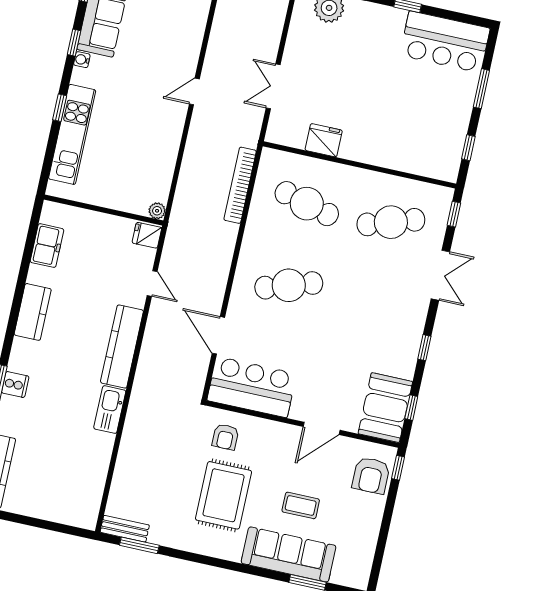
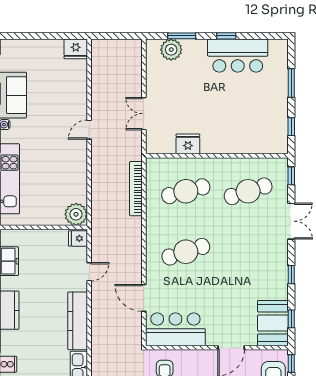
bar counter: (445, 42) -> (238, 56), moved
cafe table: (307, 204) -> (186, 191), turned -30
plant: (157, 211) -> (76, 214), width x1.88, depth x1.88
door: (152, 284) -> (89, 272), hinge flipped

